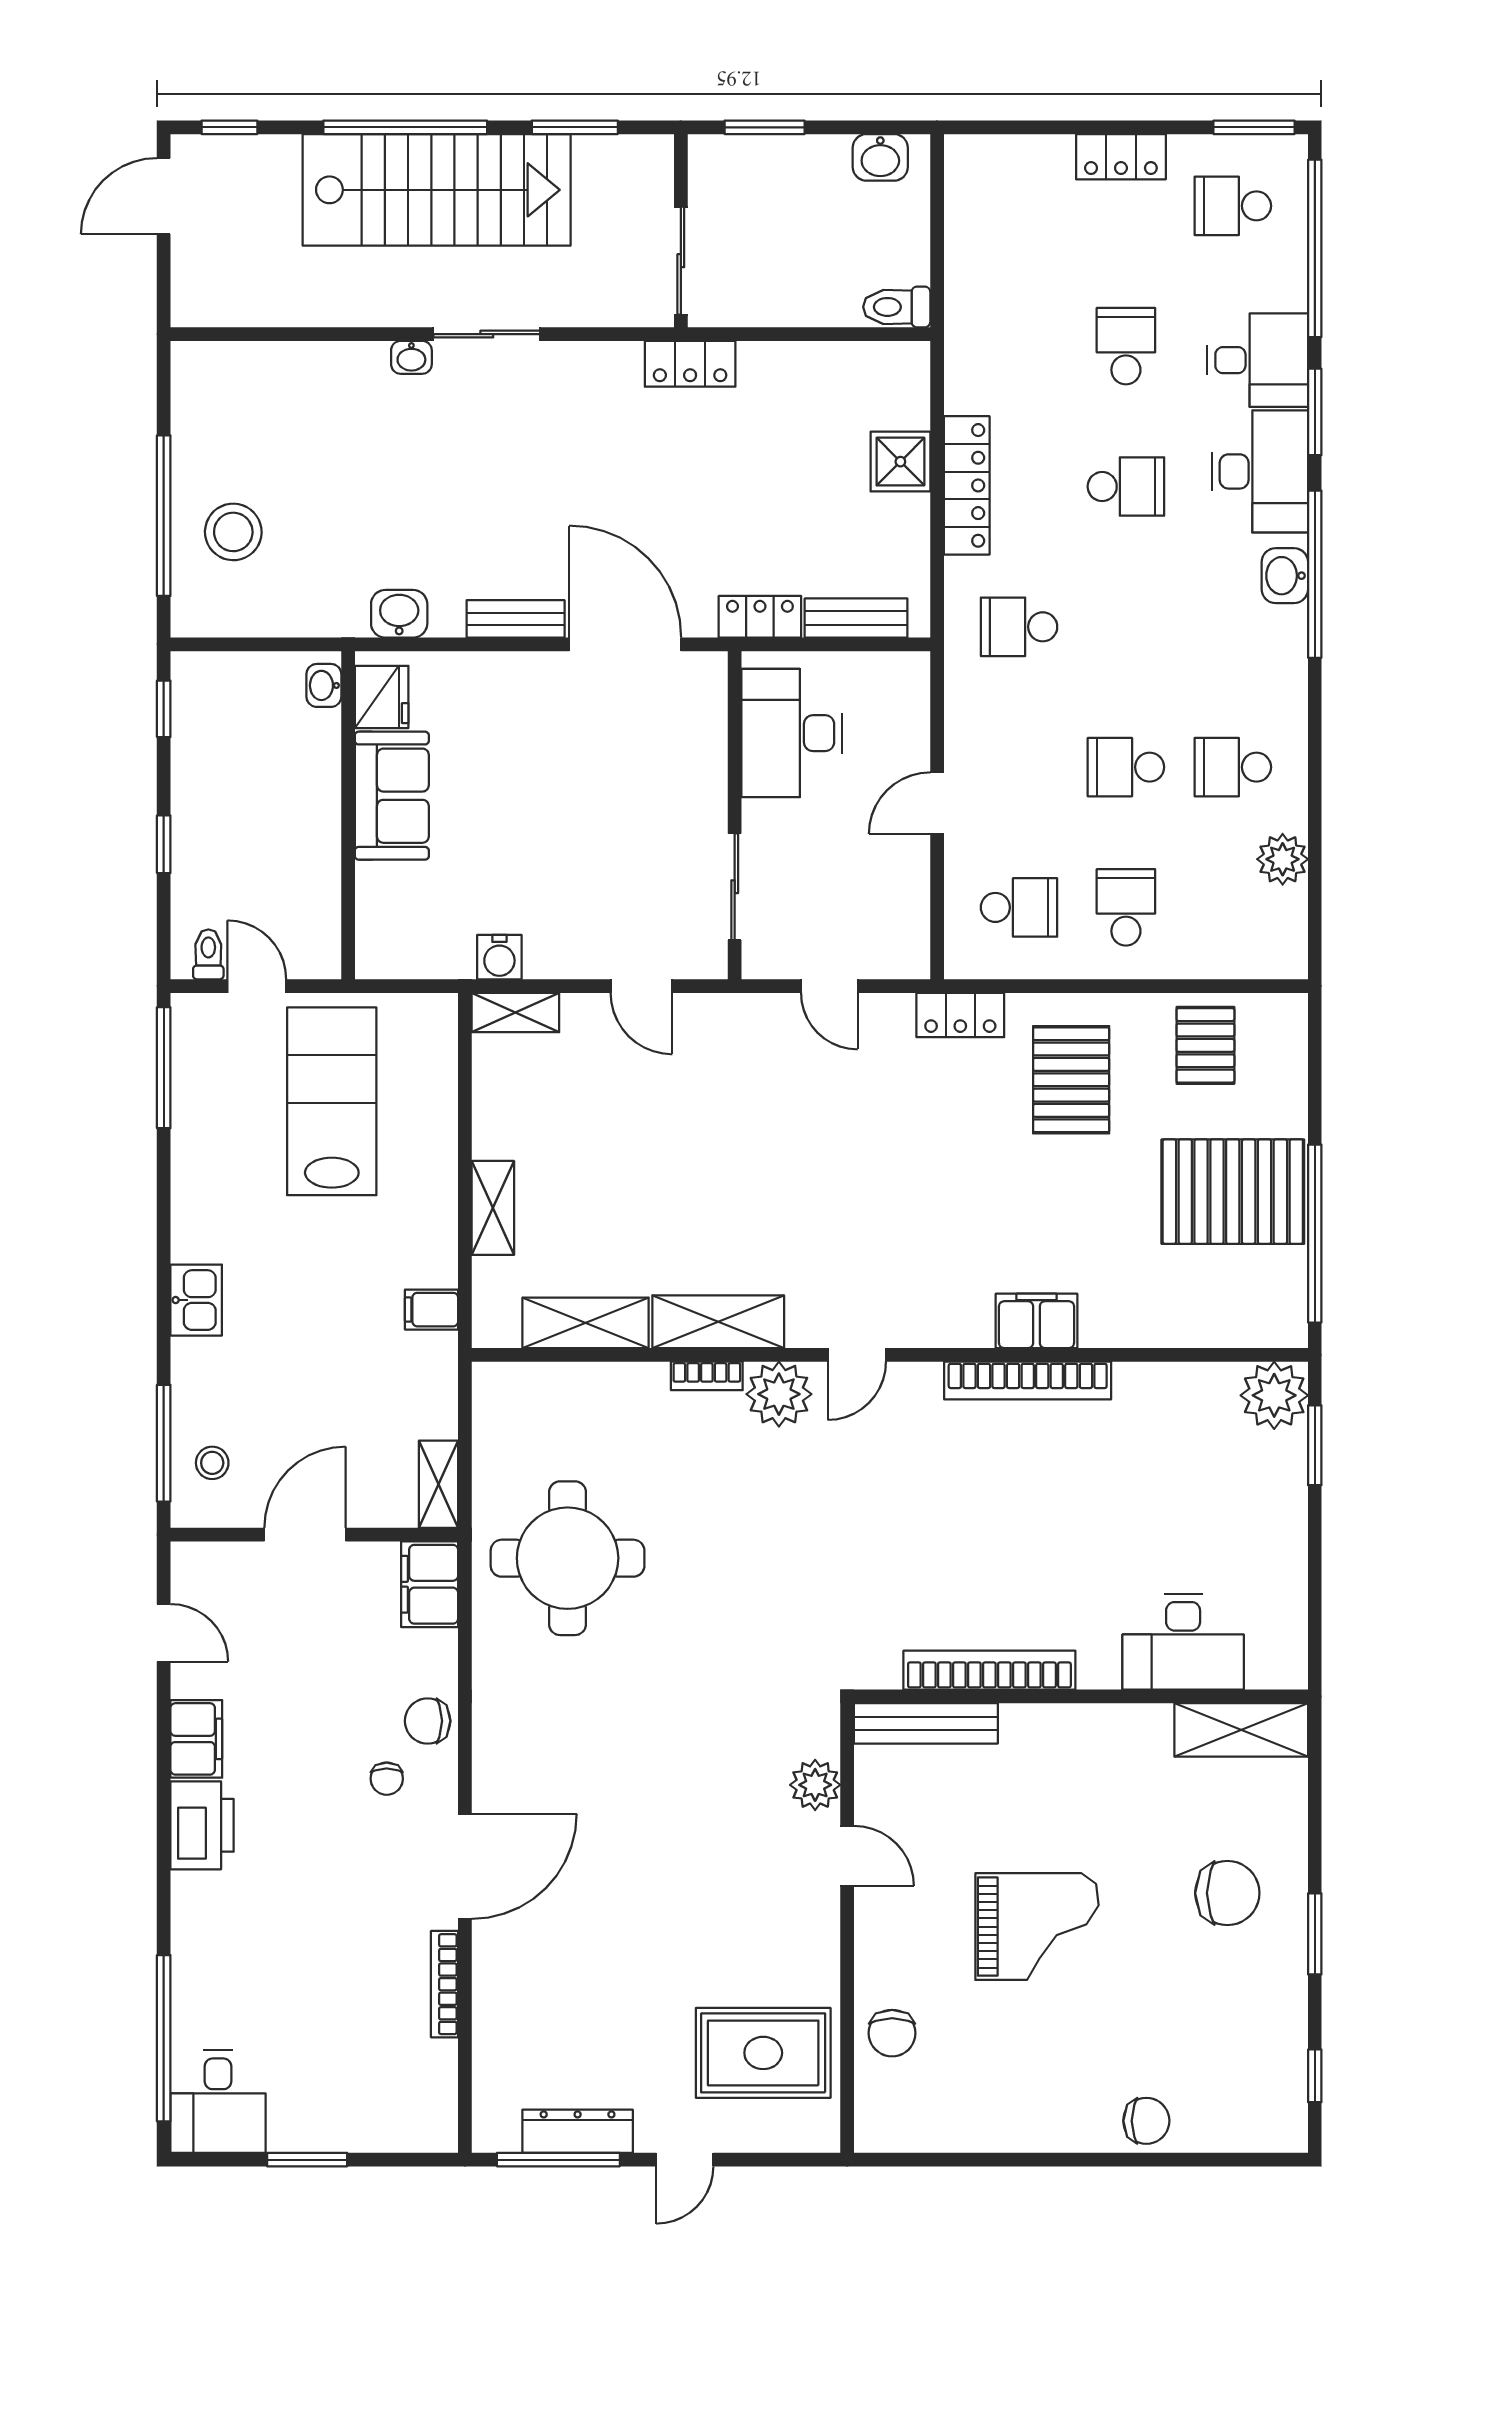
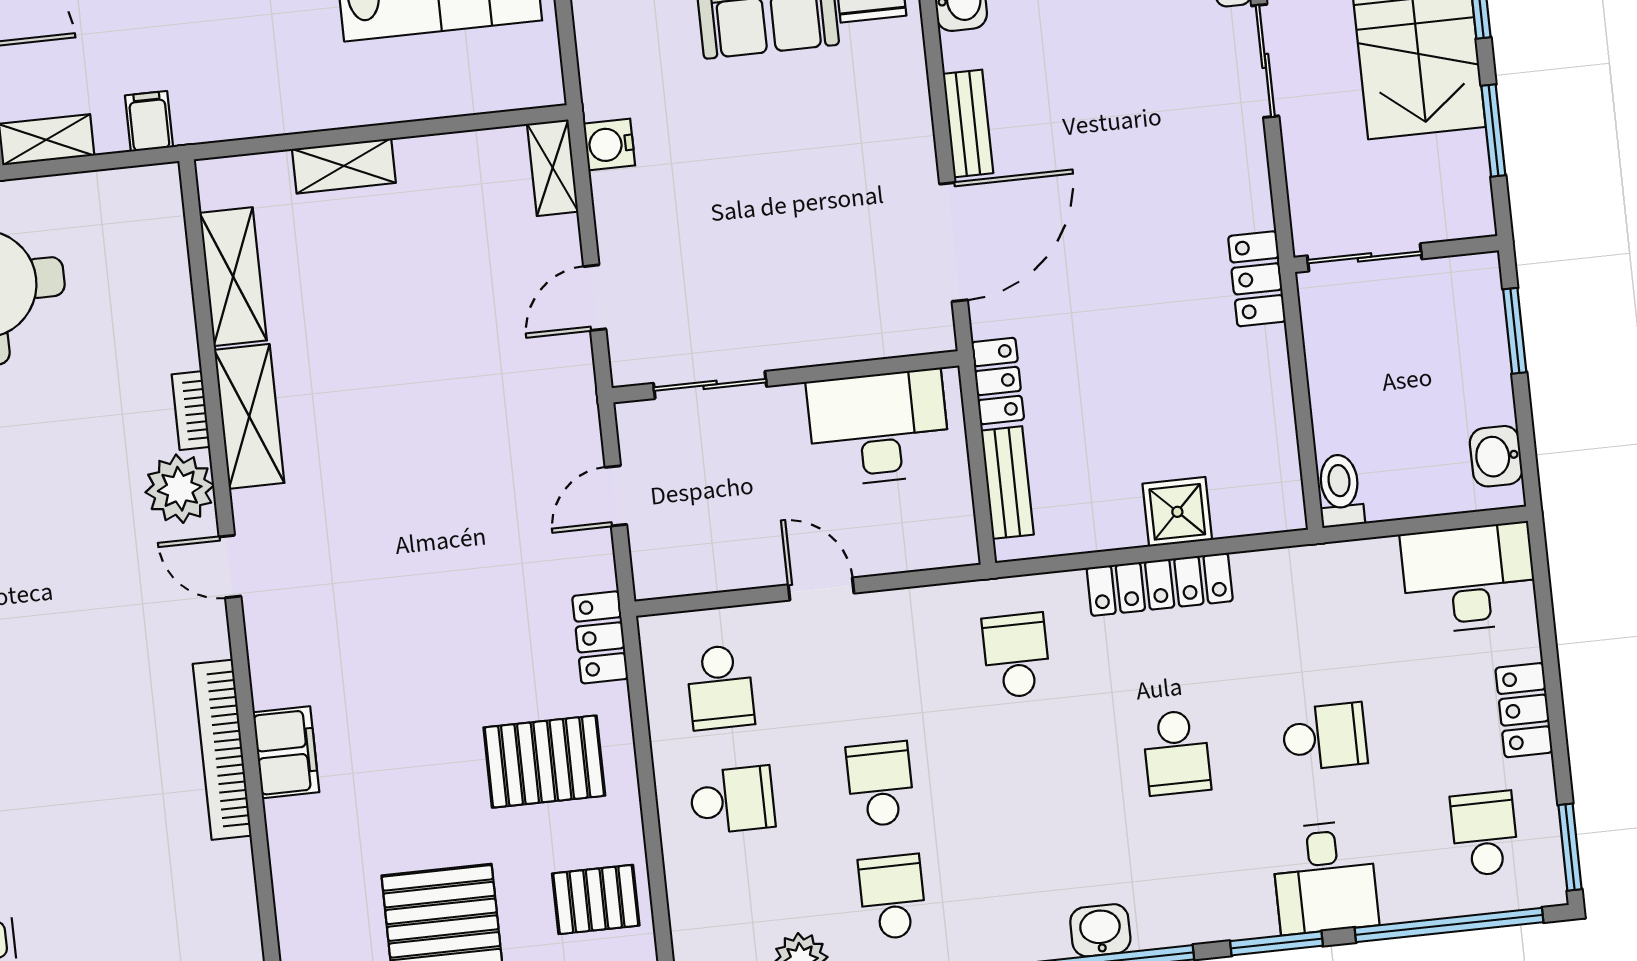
desk: (1260, 471) -> (1469, 578), moved, turned 180
filing cabinet: (432, 1310) -> (149, 121), moved

